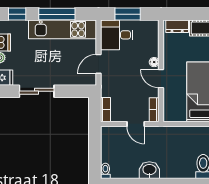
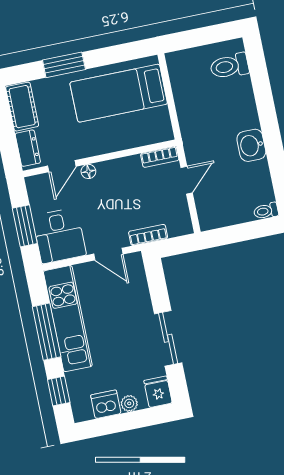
door: (161, 79) -> (62, 166), moved
bookcase: (106, 110) -> (148, 235), moved

